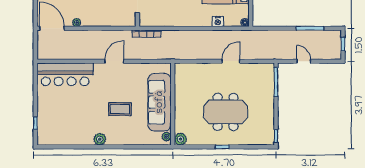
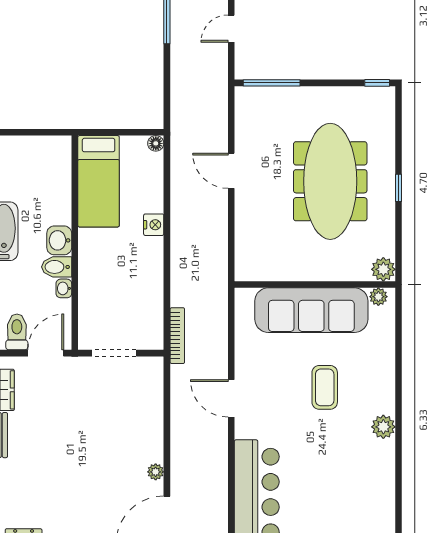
nightstand: (218, 22) -> (154, 225), moved
meeting table: (226, 112) -> (330, 181), width x1.36

